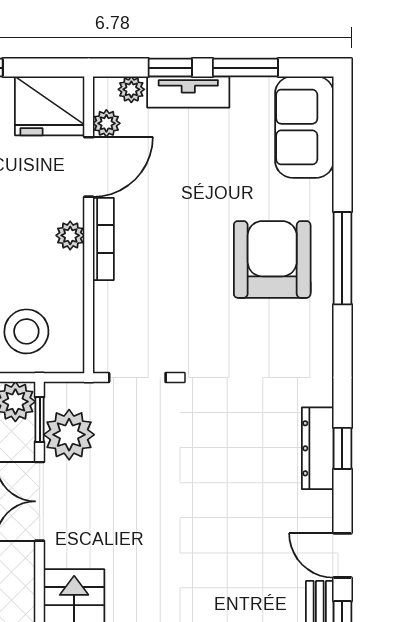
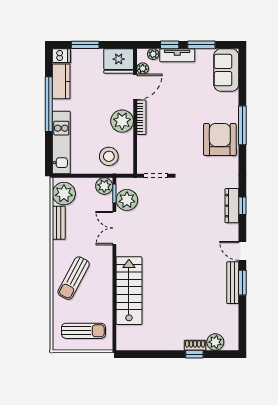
plant: (70, 235) -> (122, 121), width x1.88, depth x1.88
armchair: (272, 259) -> (220, 140), moved

